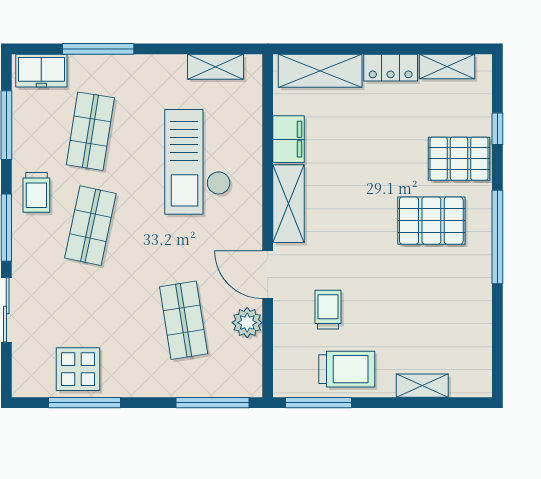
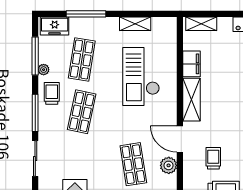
shelving: (215, 67) -> (135, 24), moved
shelving: (320, 71) -> (201, 24), width x0.67, depth x0.75
plant: (22, 149) -> (44, 70), added
trolley: (36, 192) -> (52, 93), turned 180

